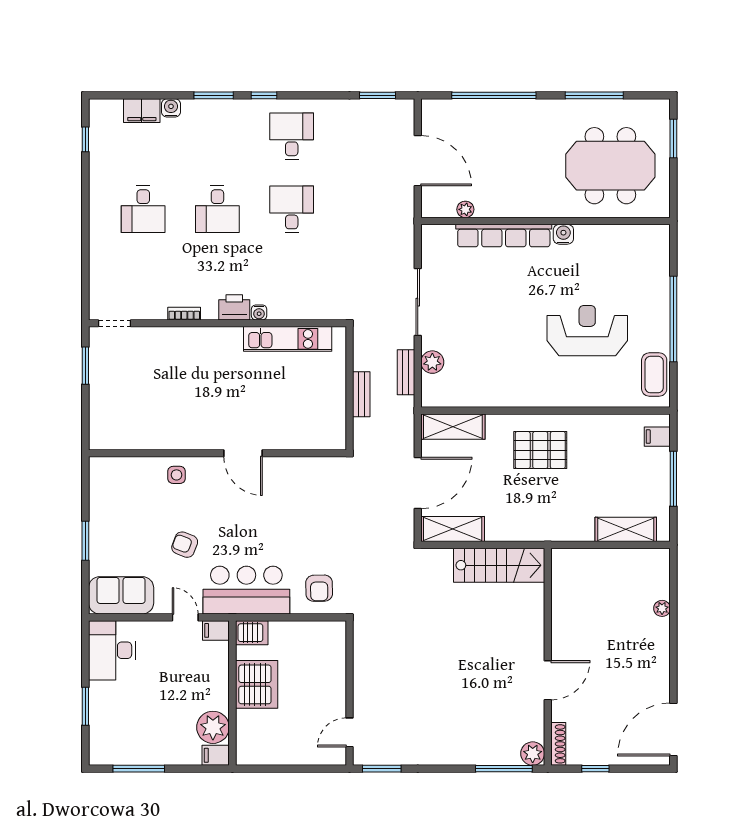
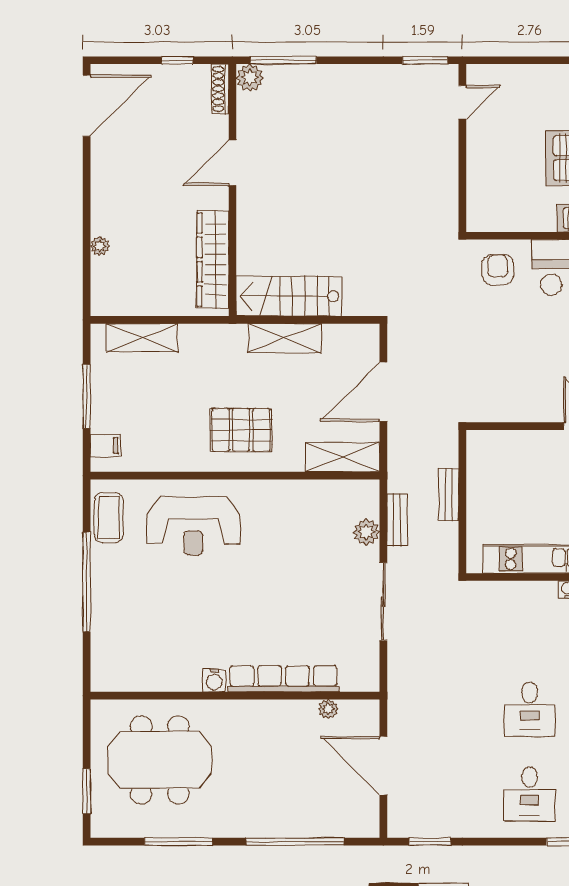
reception desk: (587, 331) -> (193, 526), moved
shelving: (453, 529) -> (285, 338), moved
wardrobe: (565, 597) -> (213, 260), added

